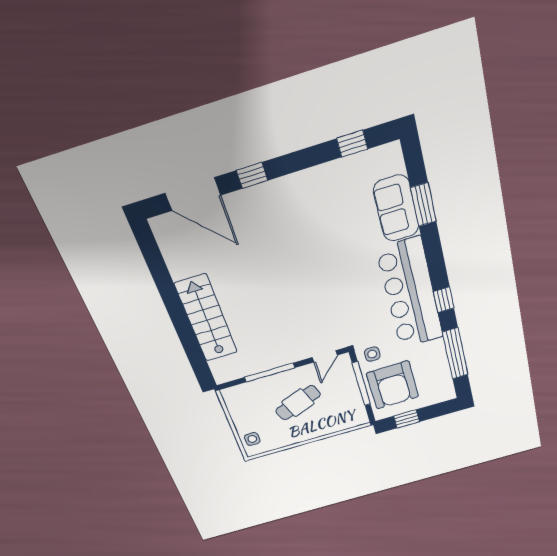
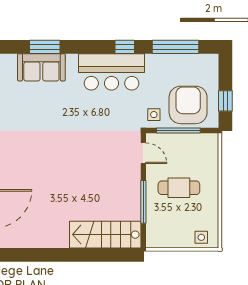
bar counter: (410, 294) -> (112, 72), width x0.73
stairs: (206, 318) -> (105, 235), moved
armchair: (393, 385) -> (188, 105), turned -89
cafe table: (298, 403) -> (179, 188), turned -69

